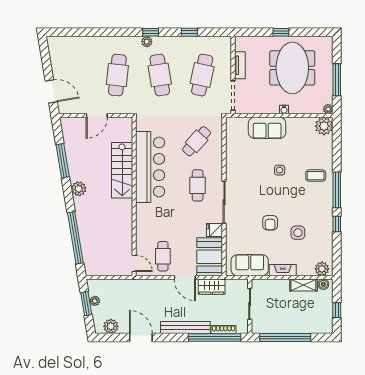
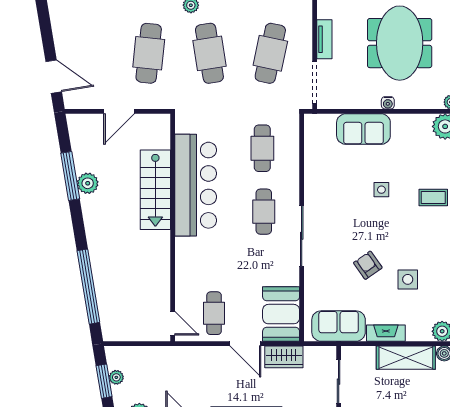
cafe table: (197, 141) -> (262, 148), turned -42
plant: (79, 189) -> (88, 183), moved
armchair: (270, 223) -> (368, 265), turned 145
fridge: (215, 230) -> (288, 276), removed
shelving: (303, 285) -> (406, 358), width x1.50, depth x1.33

